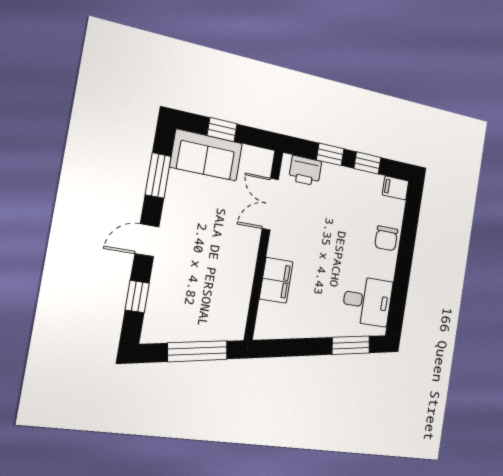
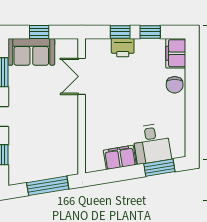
printer: (305, 171) -> (123, 48), moved
filing cabinet: (396, 188) -> (176, 53), width x2.00
filing cabinet: (276, 280) -> (120, 157), moved, turned -99
desk: (367, 301) -> (152, 144), moved, turned 81

